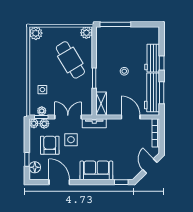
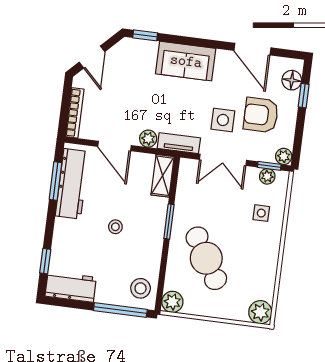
stool: (106, 38) -> (141, 288), added
workbench: (152, 58) -> (71, 287), moved, turned -90
window: (162, 63) -> (45, 261), moved
plant: (44, 124) -> (148, 139), moved
armchair: (50, 145) -> (261, 115), turned 90

